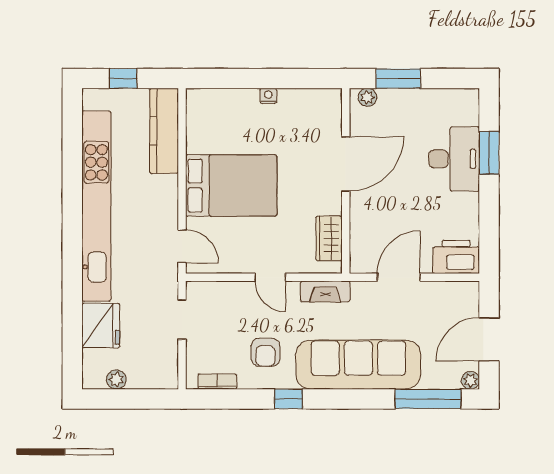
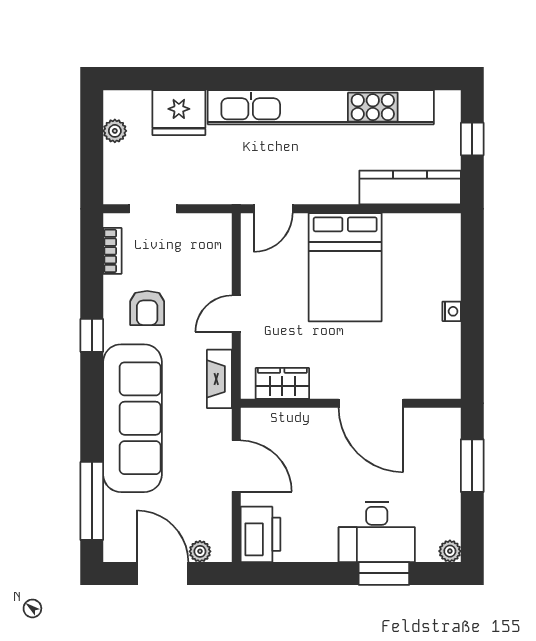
plant: (367, 97) -> (450, 551), moved
doorway: (182, 319) -> (153, 209), moved
armchair: (266, 352) -> (147, 308), turned -90
plant: (470, 380) -> (200, 551), moved

